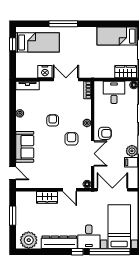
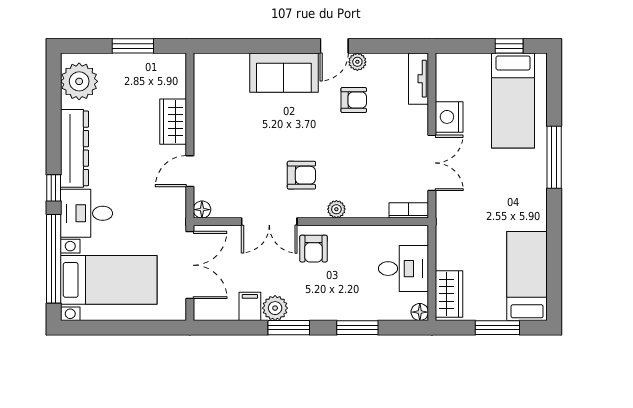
armchair: (53, 120) -> (354, 100), moved
door: (13, 173) -> (334, 46), moved

